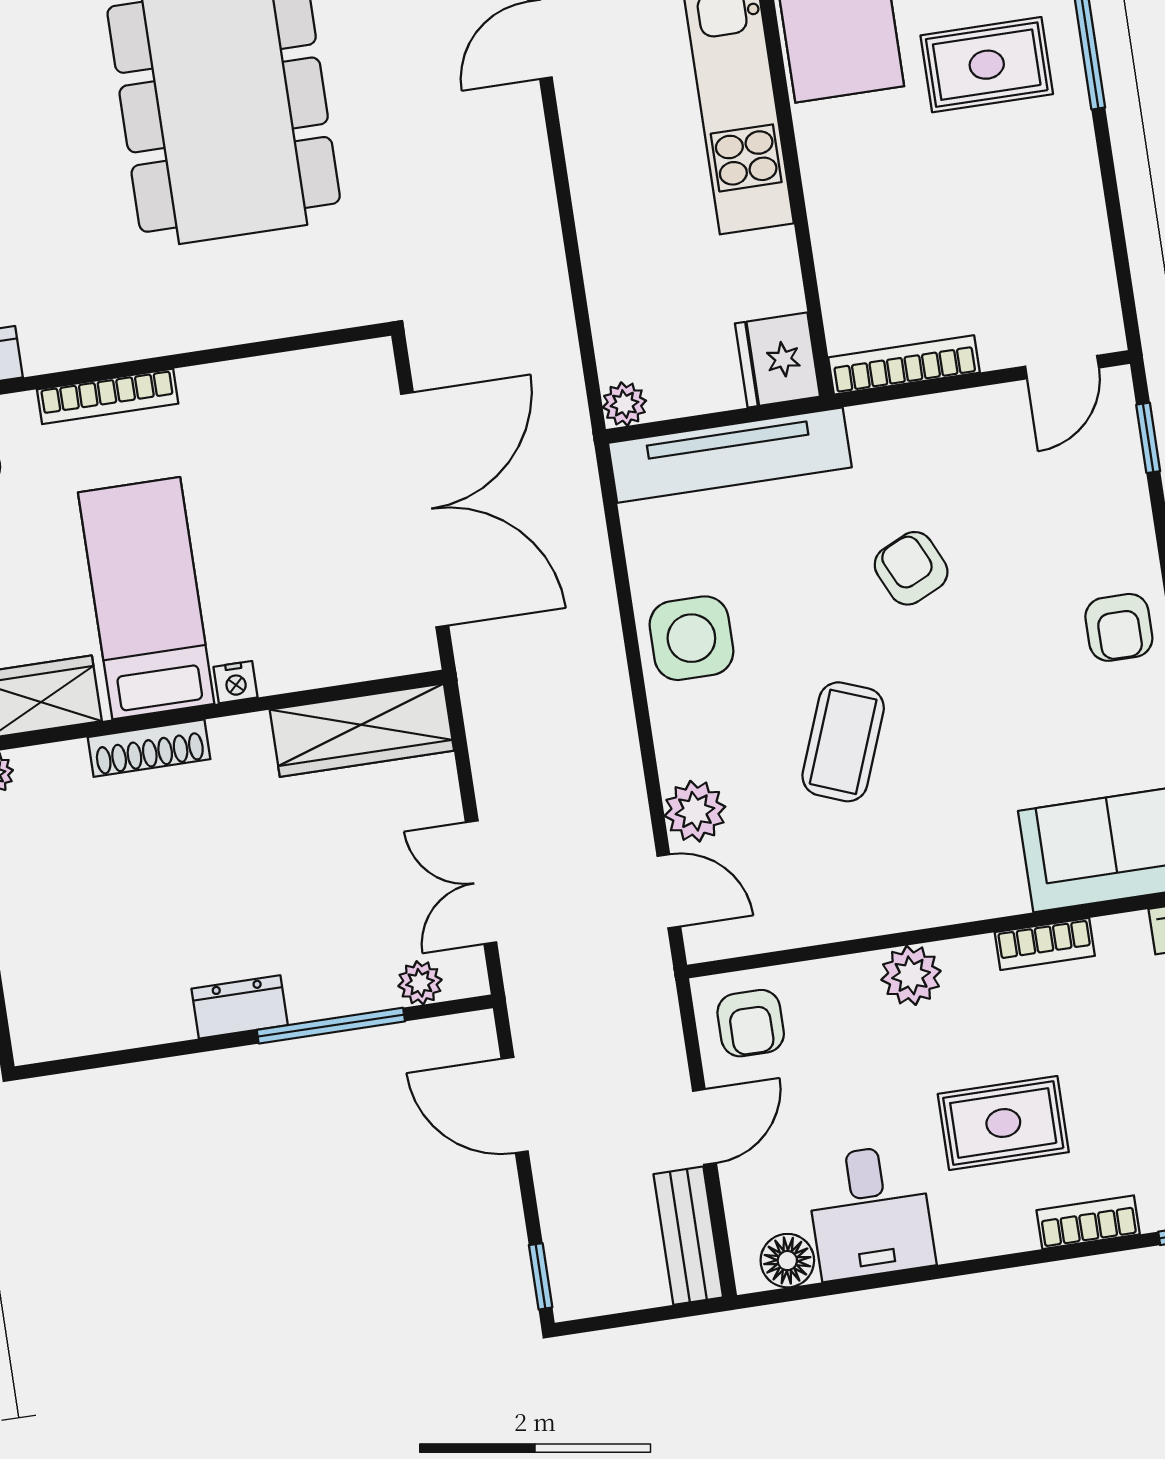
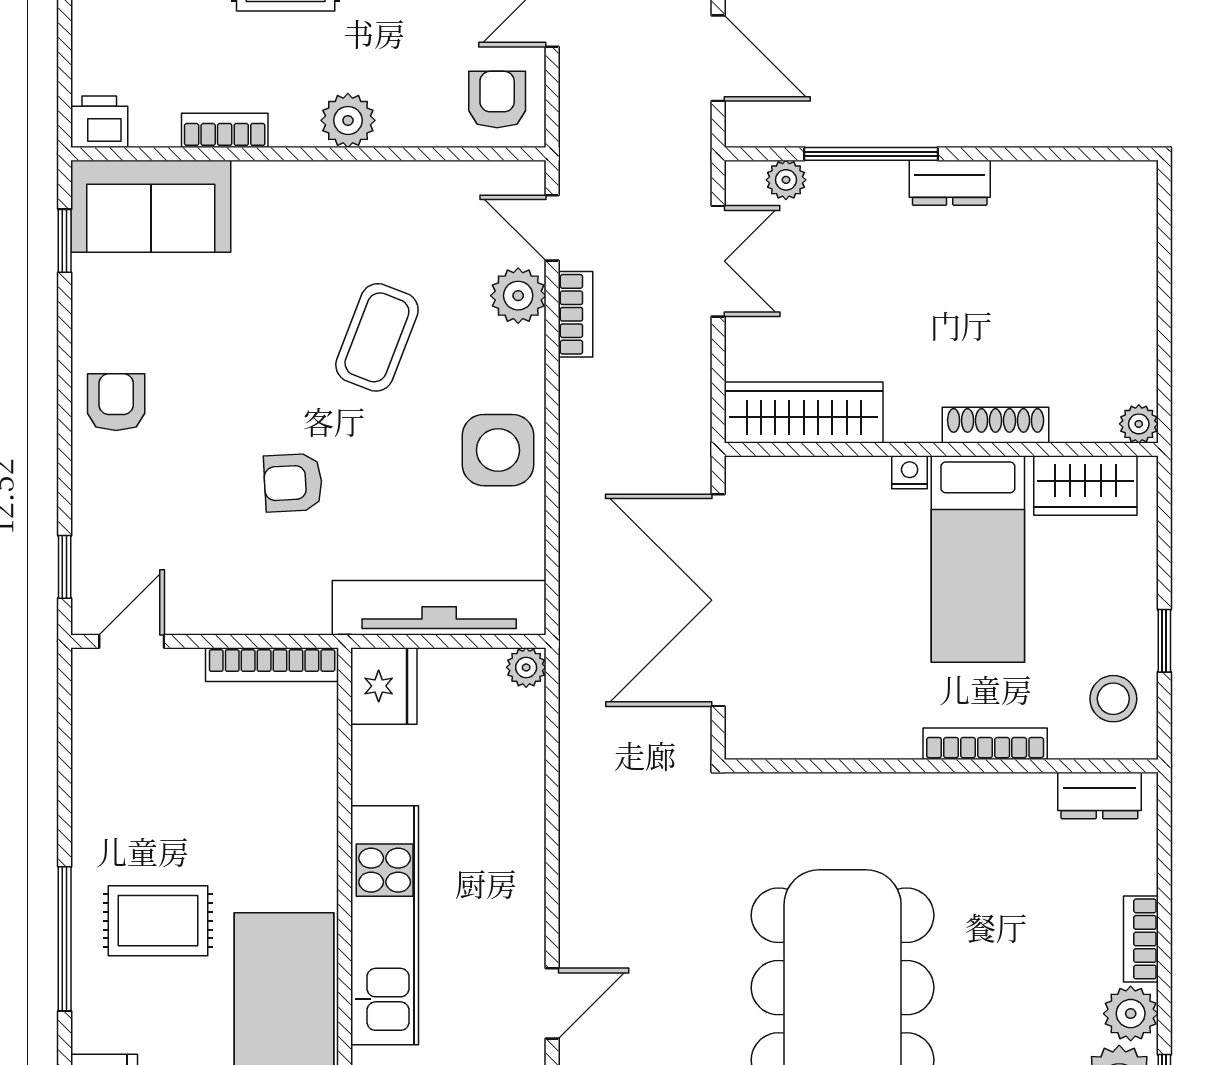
armchair: (911, 568) -> (293, 483), turned 112
bookcase: (629, 800) -> (576, 314), added

